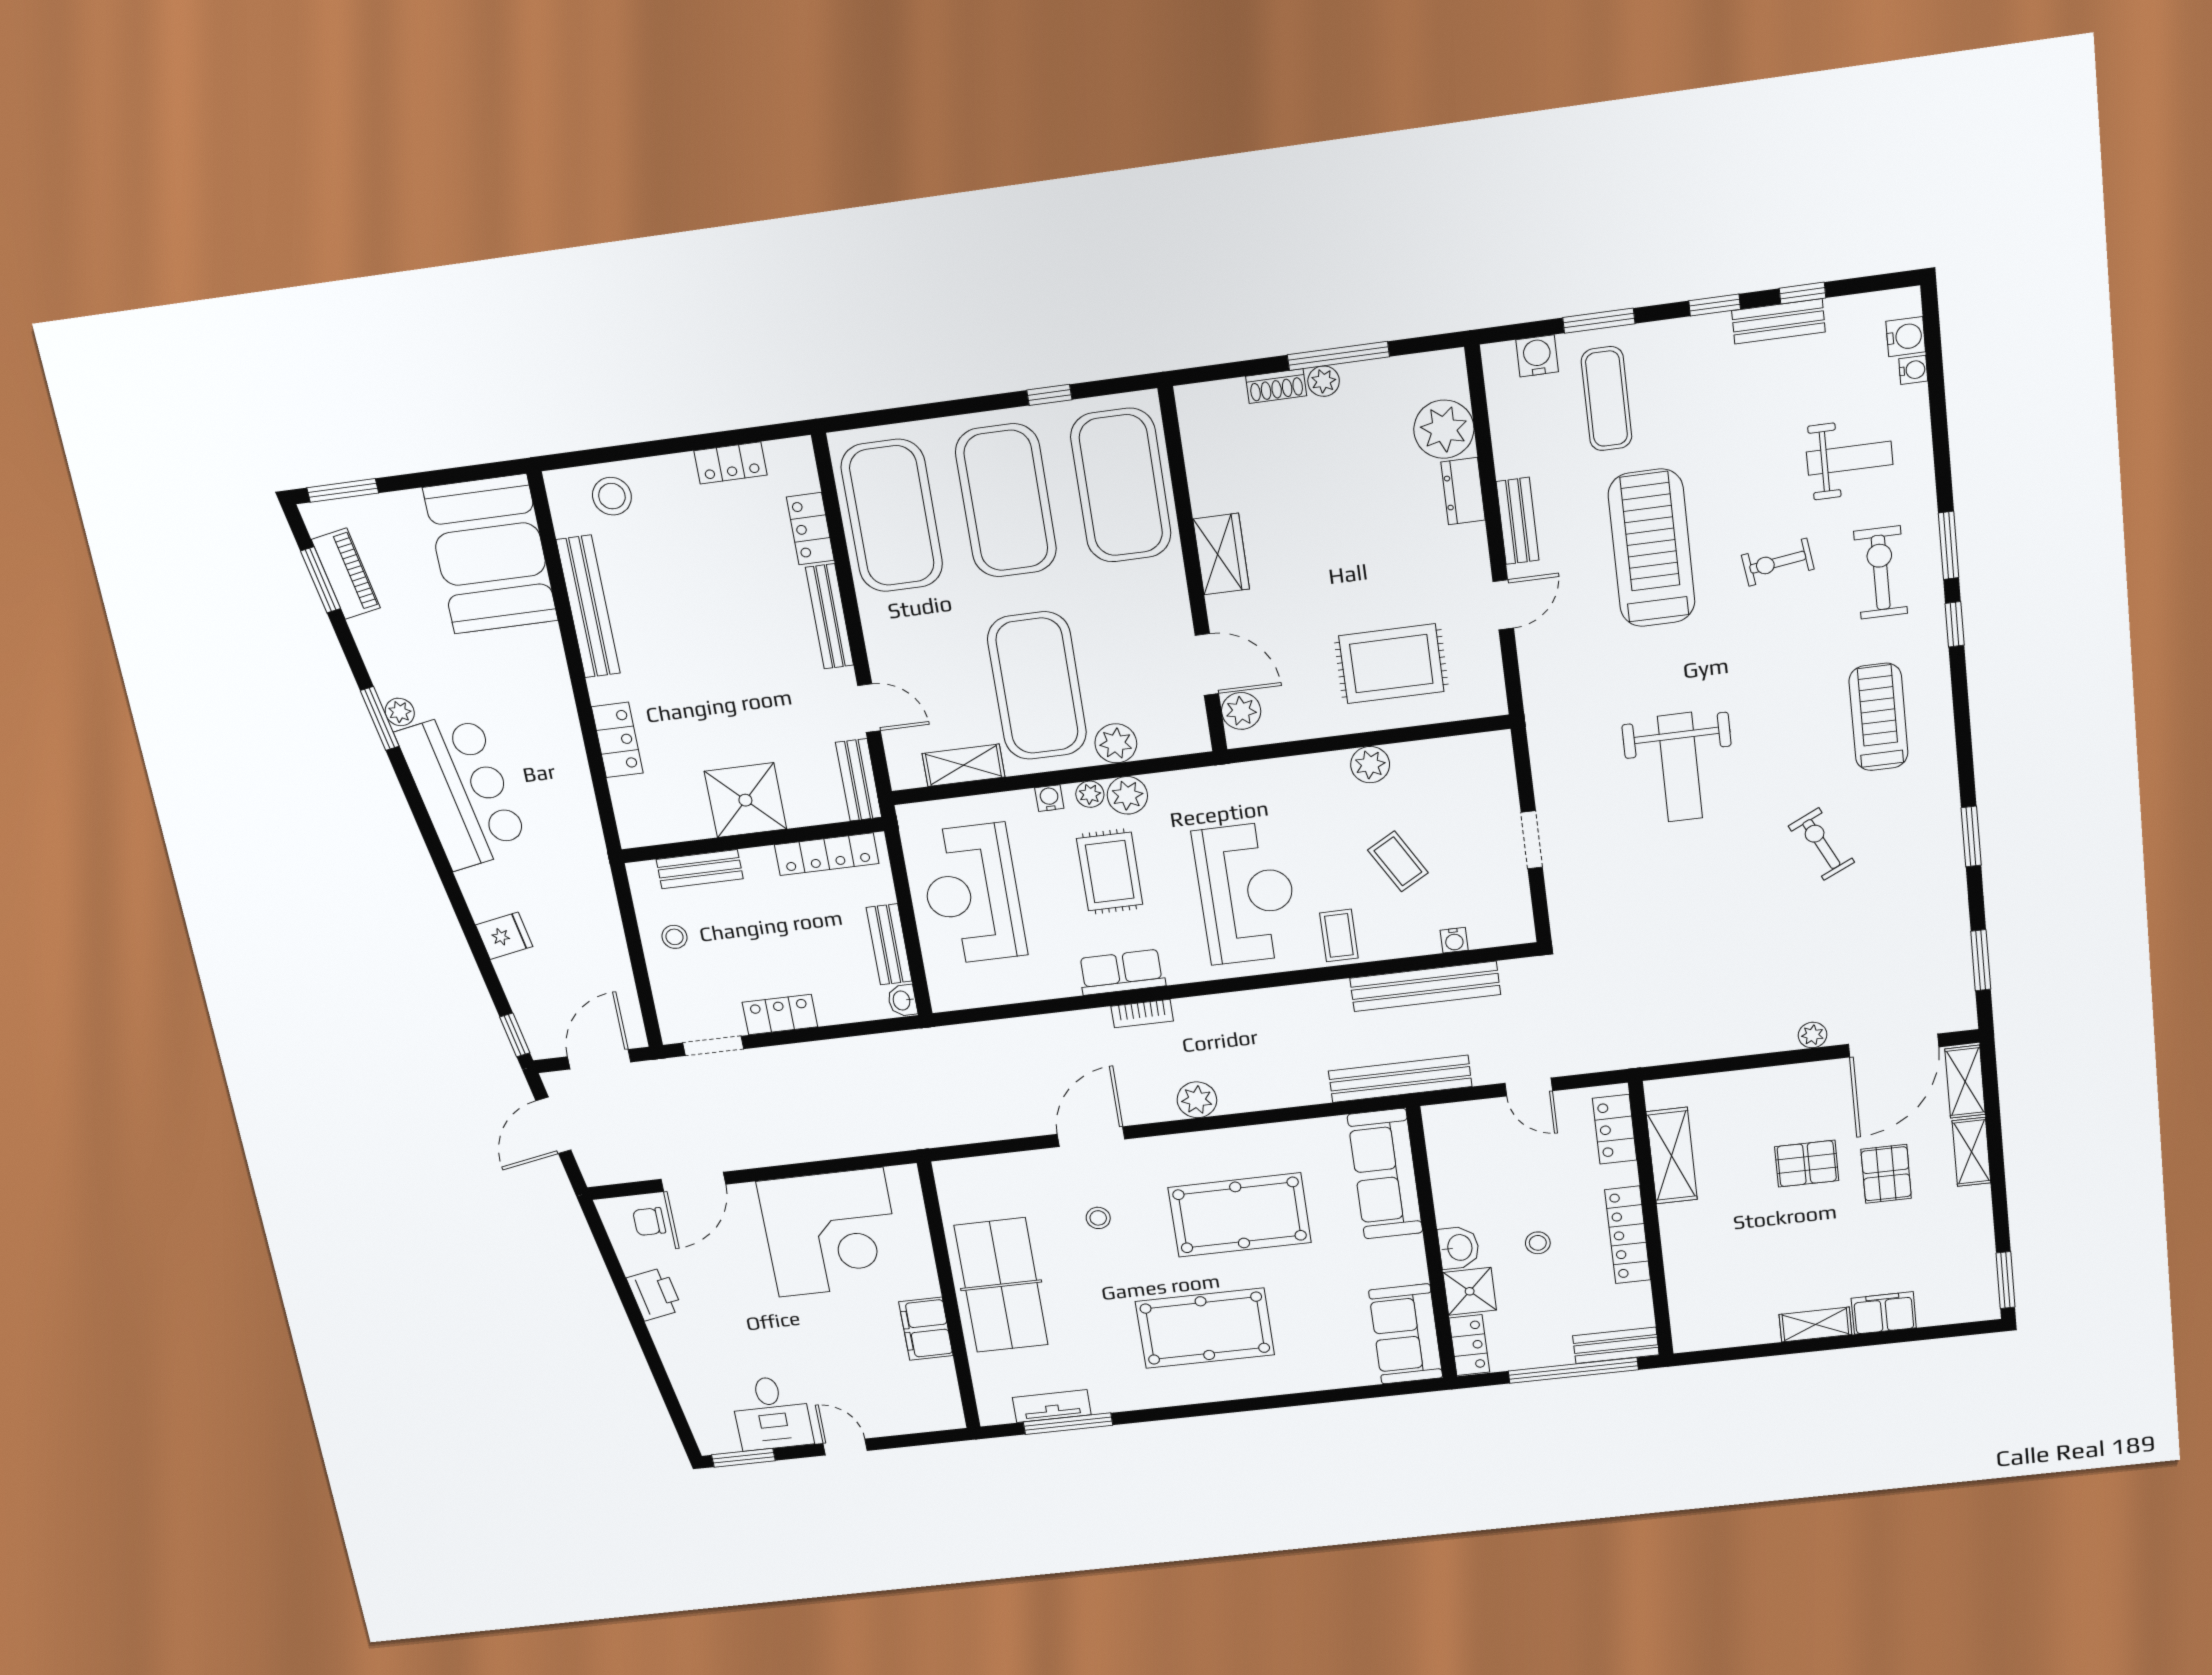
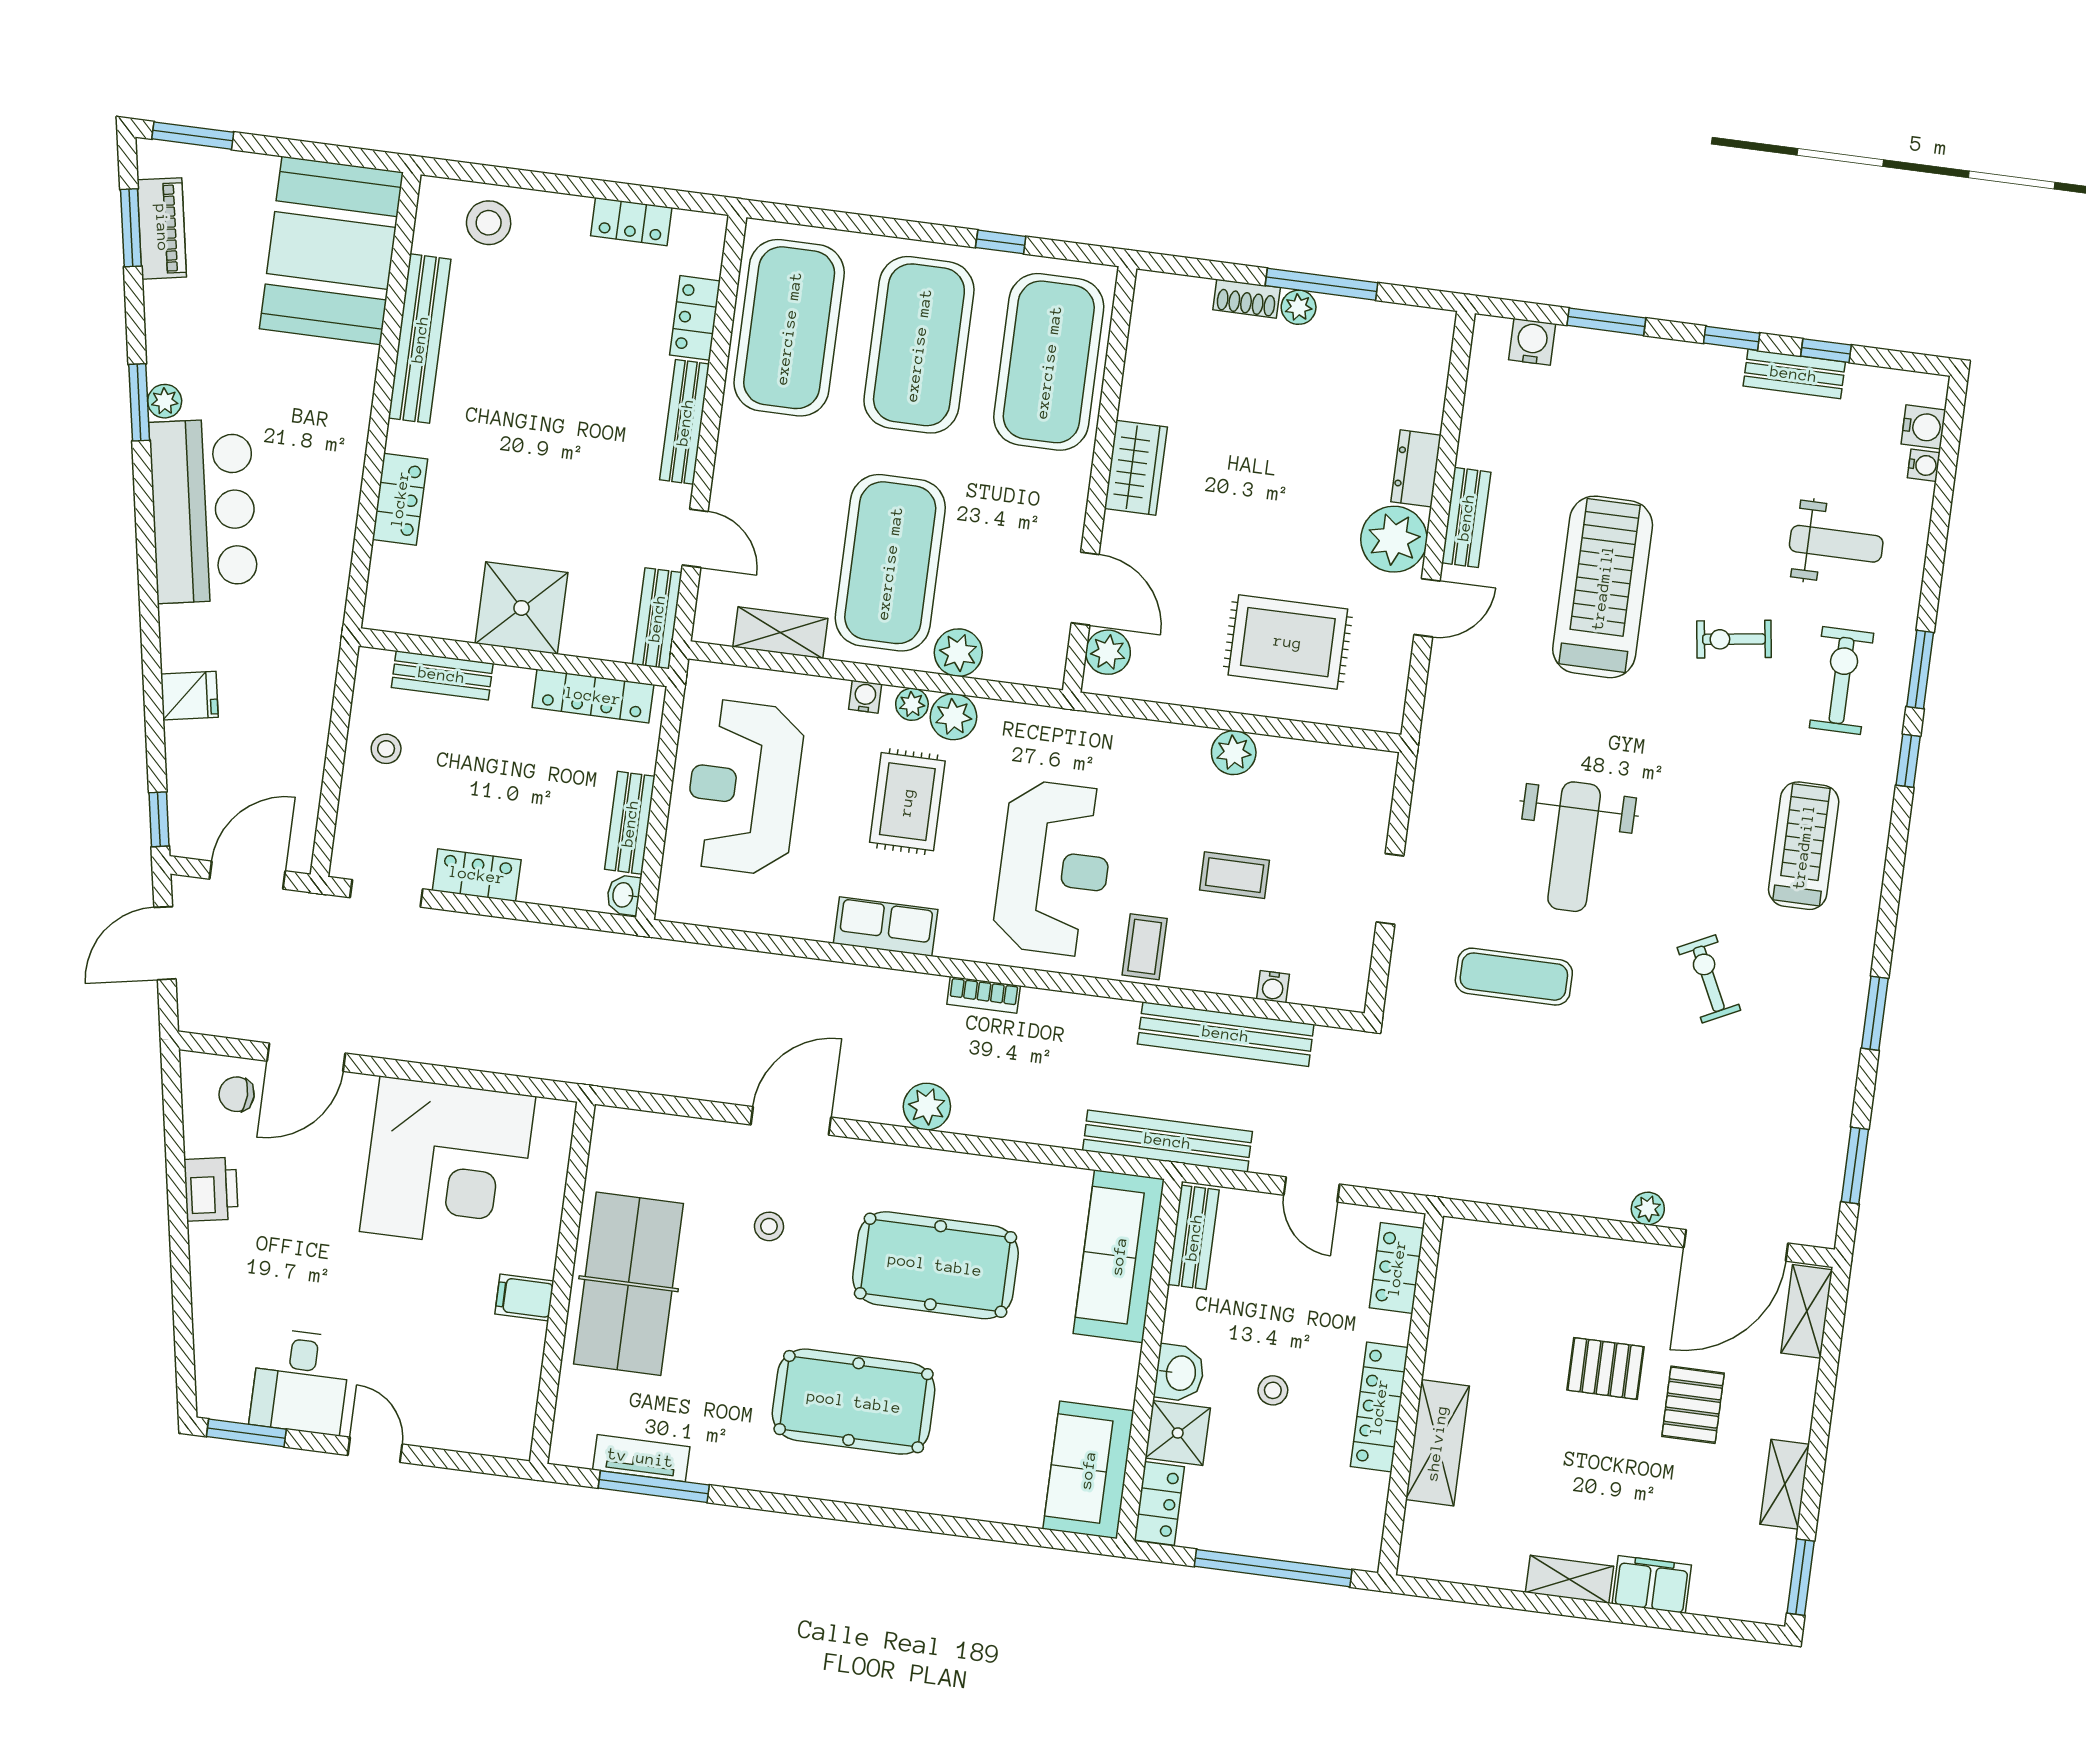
exercise mat: (1607, 399) -> (1514, 977), moved, turned 90
plant: (1444, 429) -> (1394, 539), moved
coffee table: (1398, 861) -> (1235, 875), turned -60
bookcase: (1142, 1014) -> (984, 995), moved
shelving: (1971, 1152) -> (1785, 1484), moved
shelving: (1672, 1156) -> (1437, 1443), moved
filing cabinet: (926, 1329) -> (524, 1297), width x0.50
bench: (1616, 1345) -> (1194, 1237), moved, turned 90

